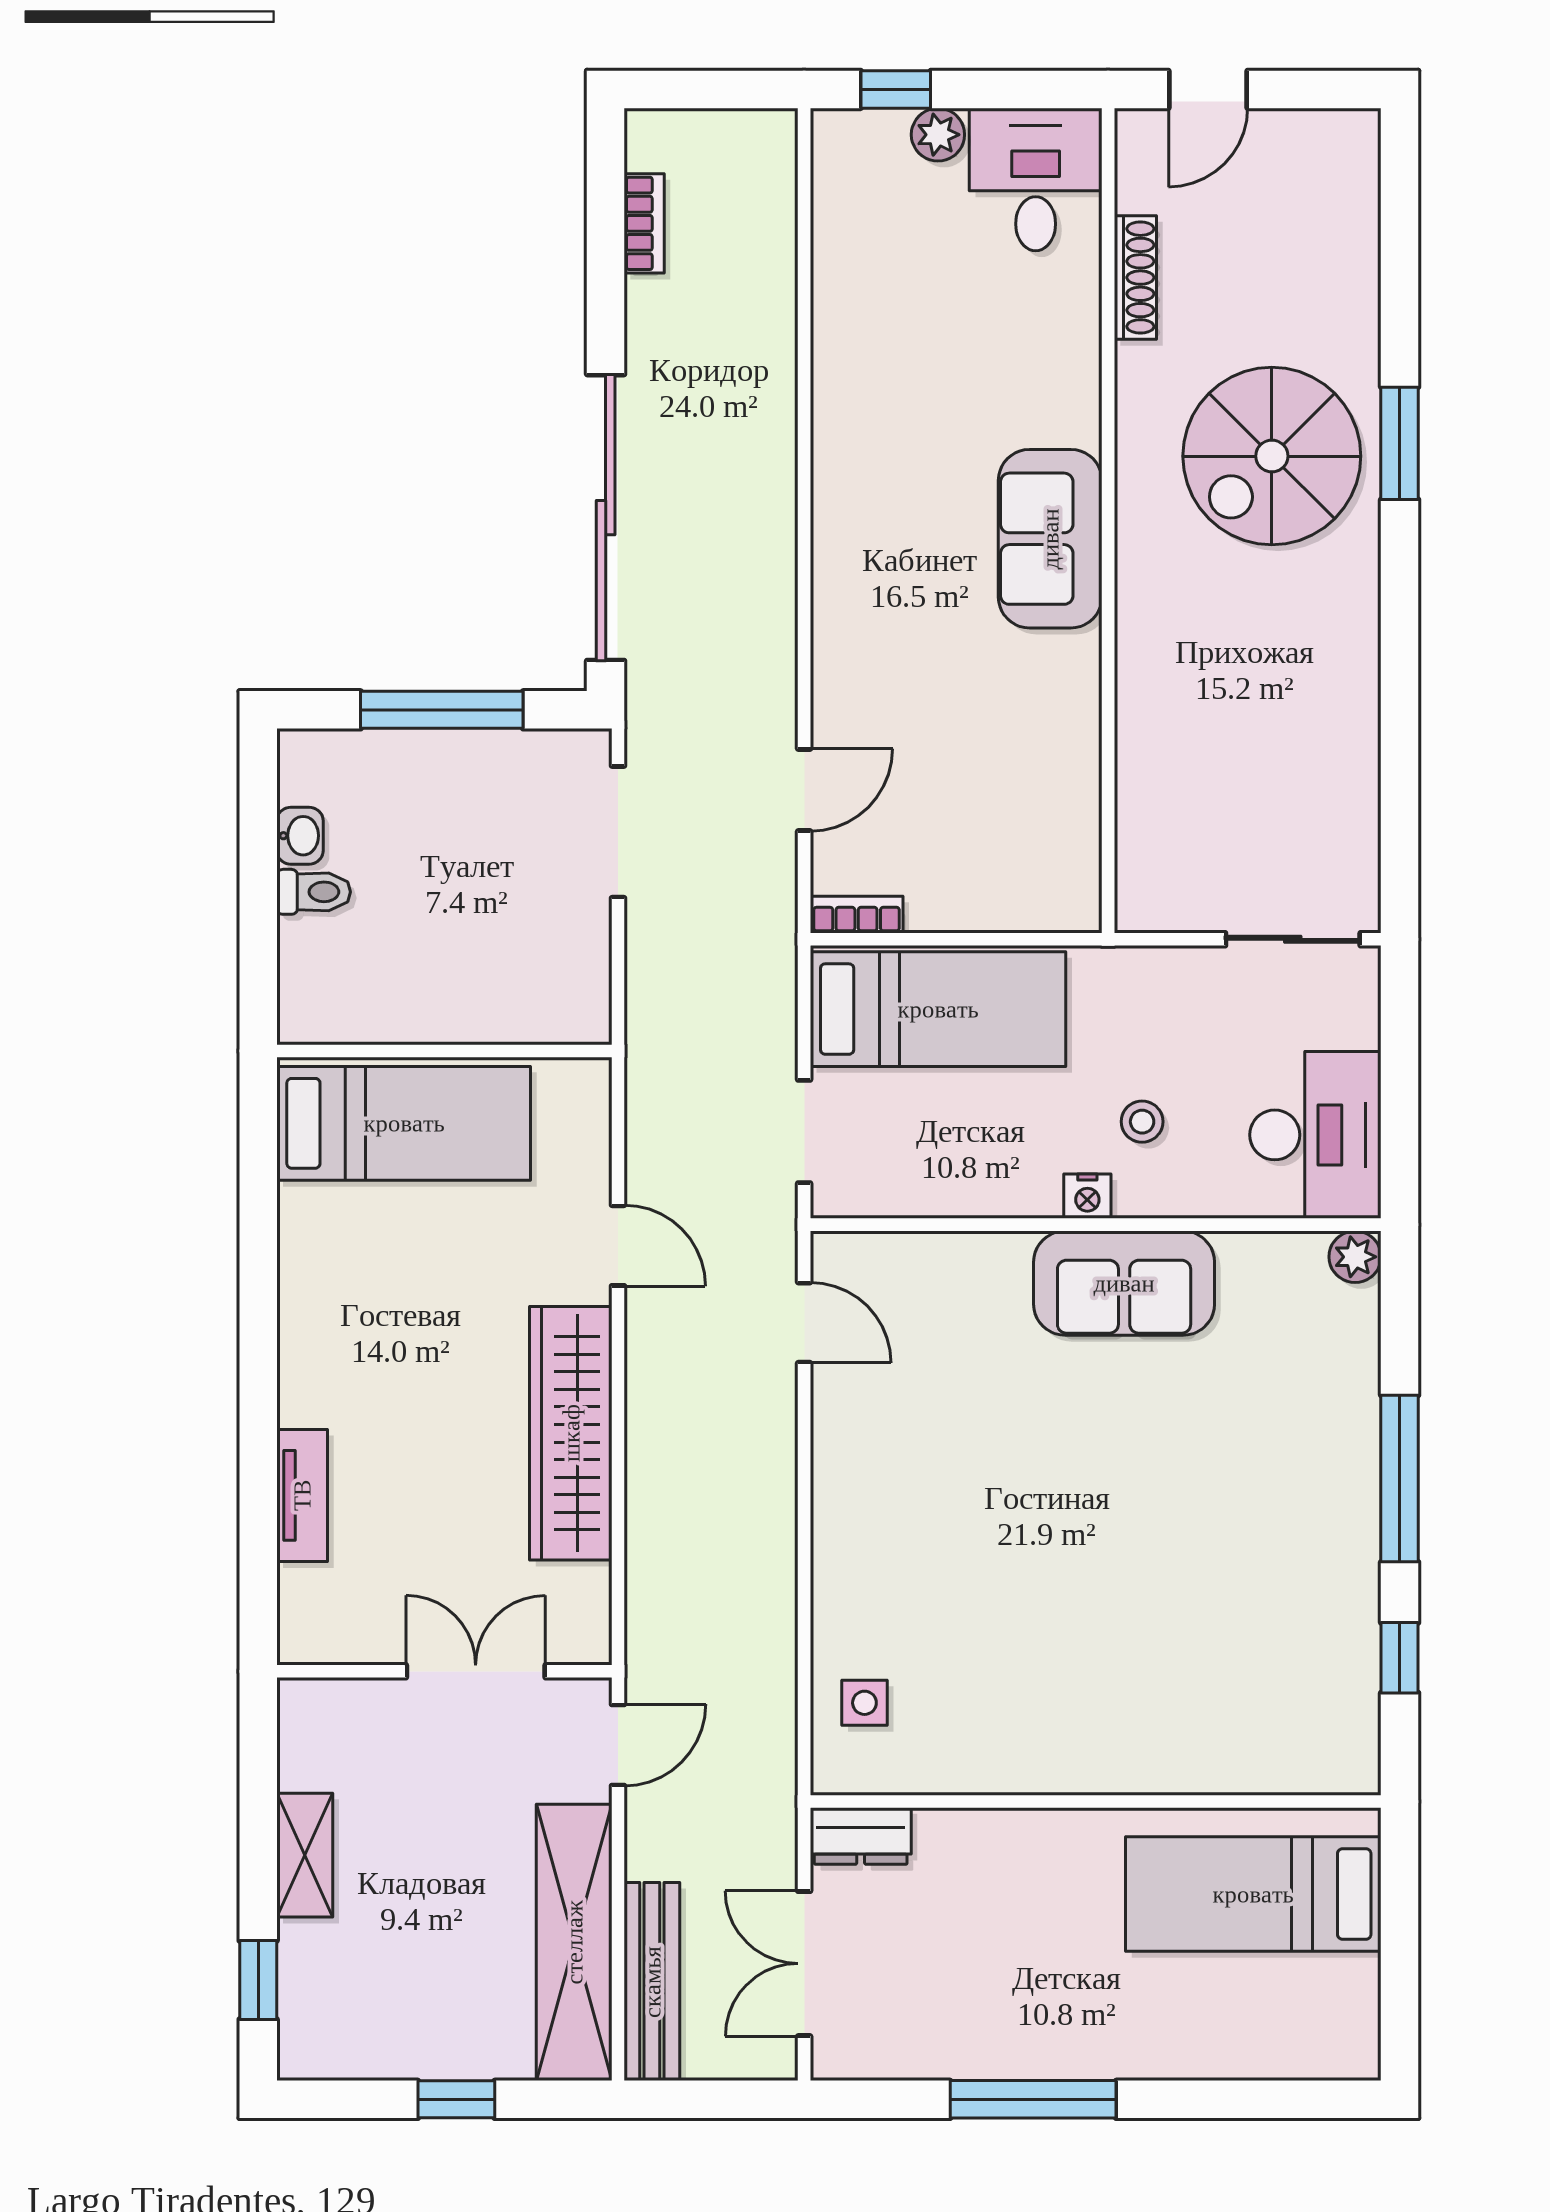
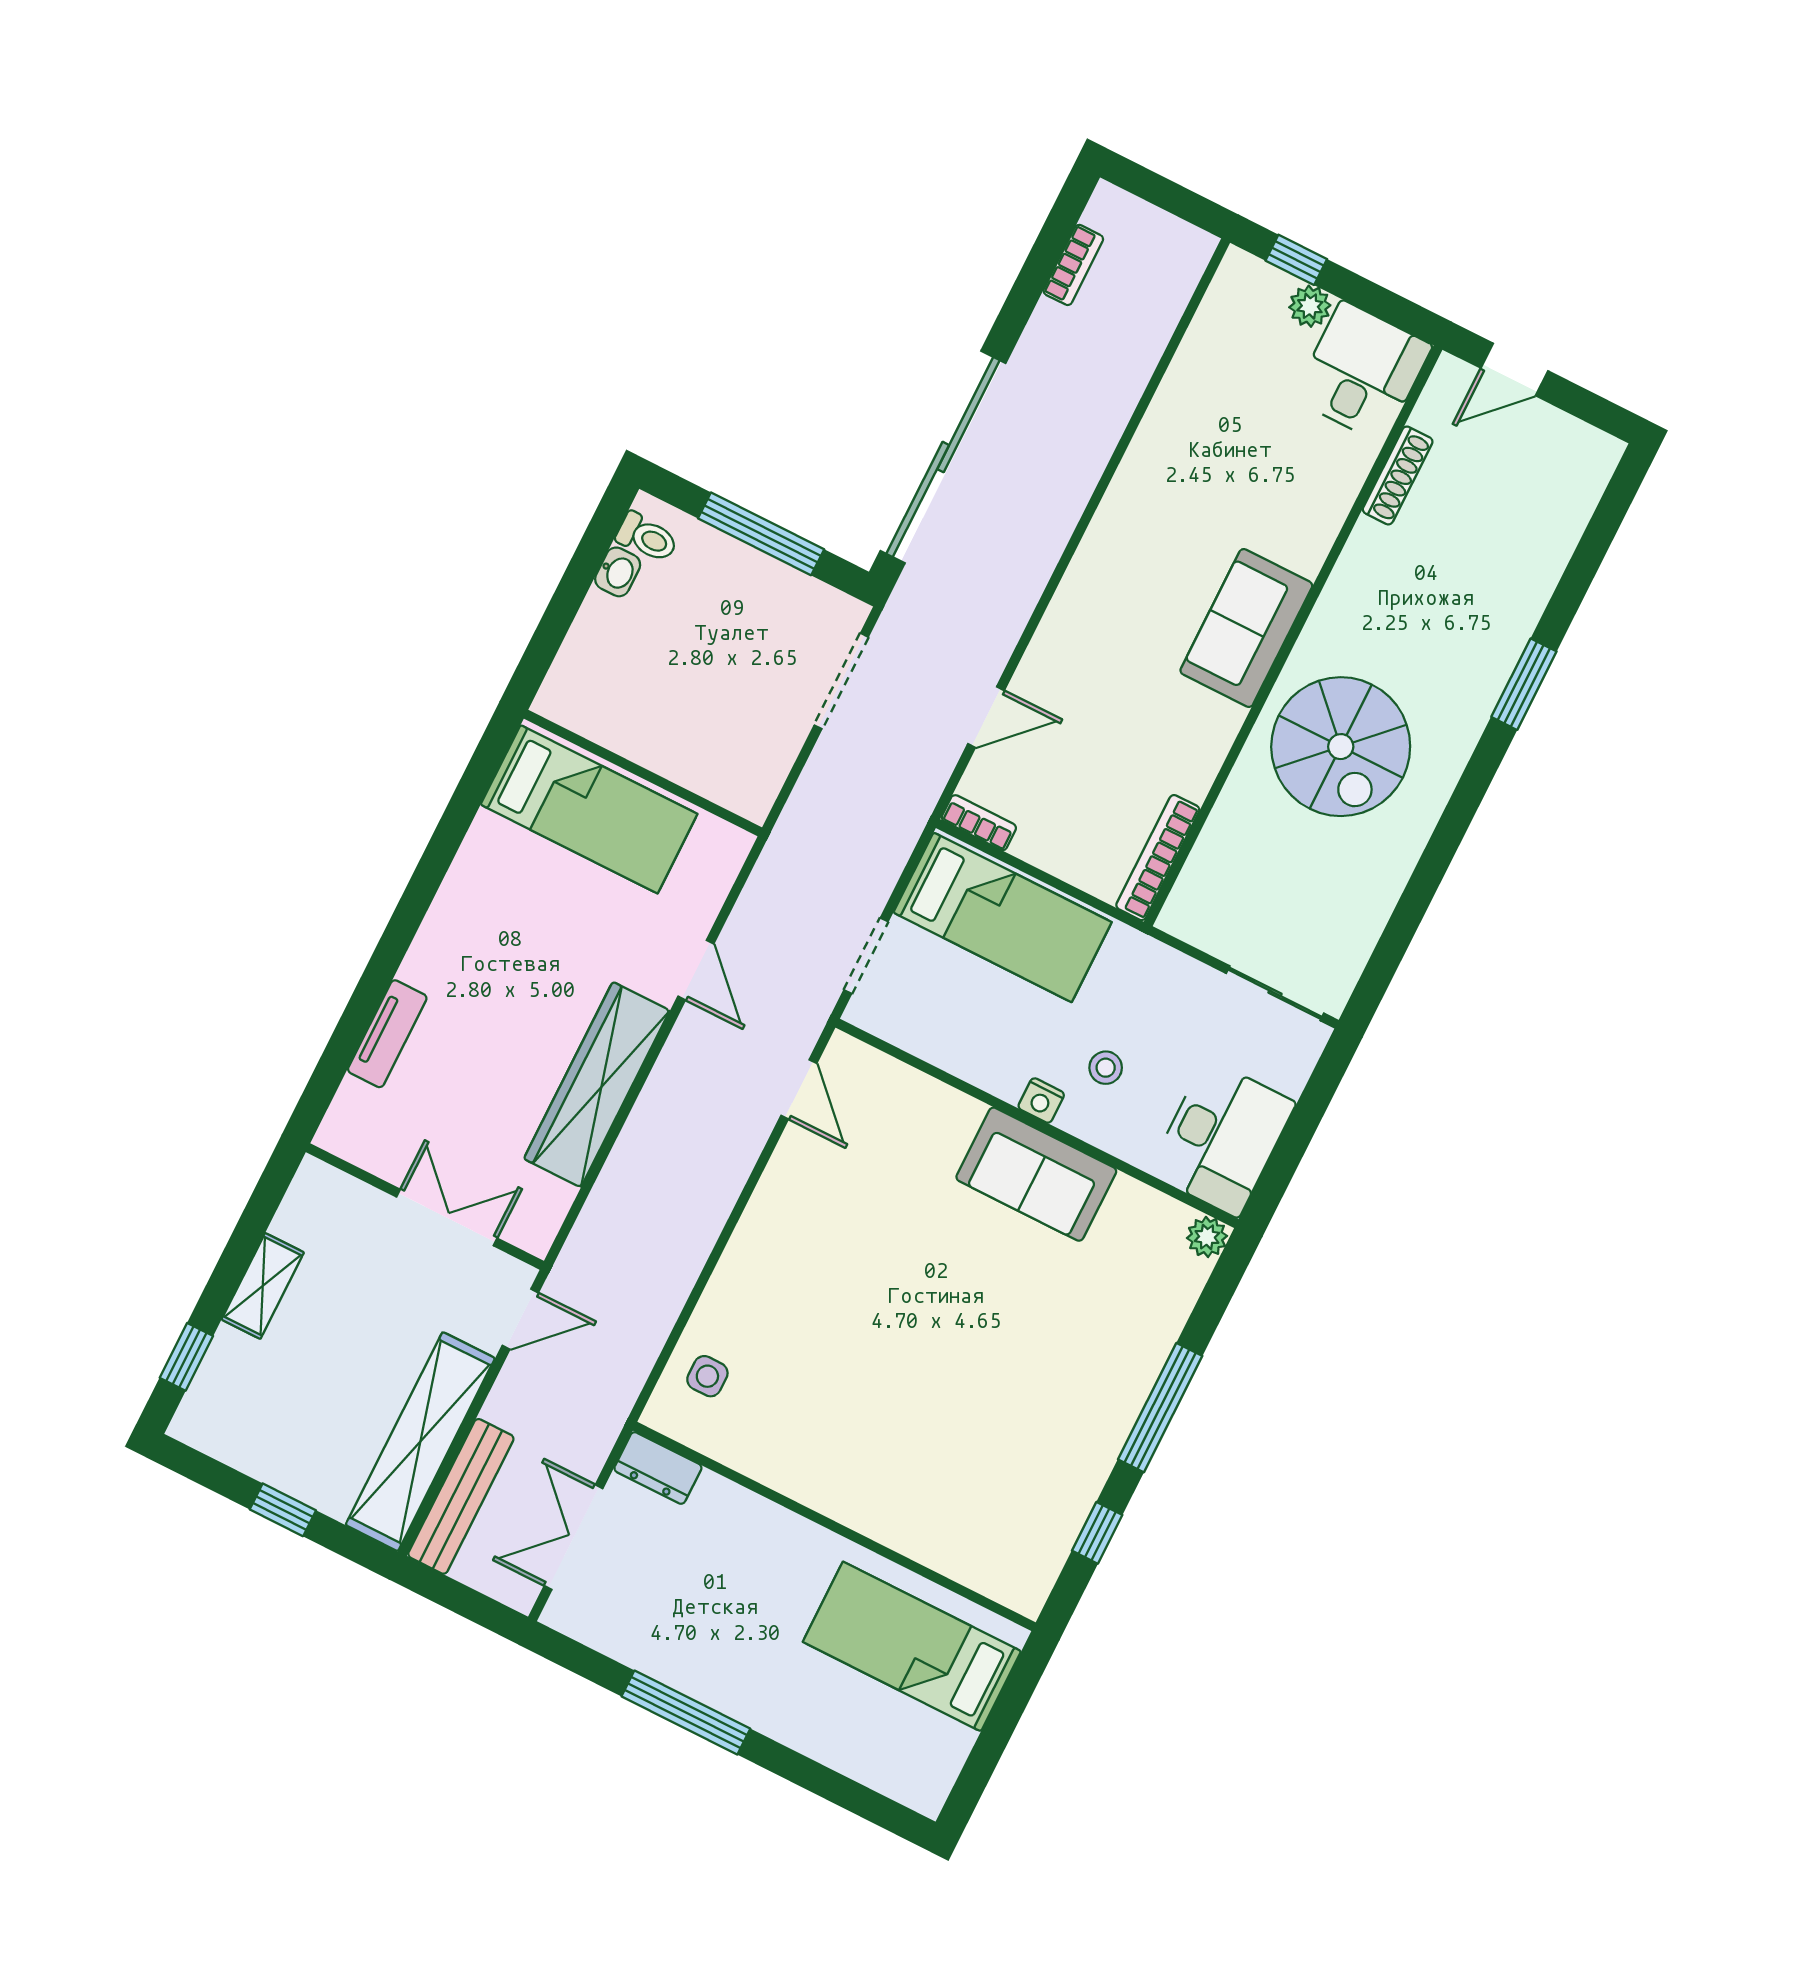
spiral stairs: (1272, 456) -> (1341, 747), moved, turned -90
bookcase: (1081, 852) -> (1158, 858), added
toilet: (314, 892) -> (647, 537), moved

